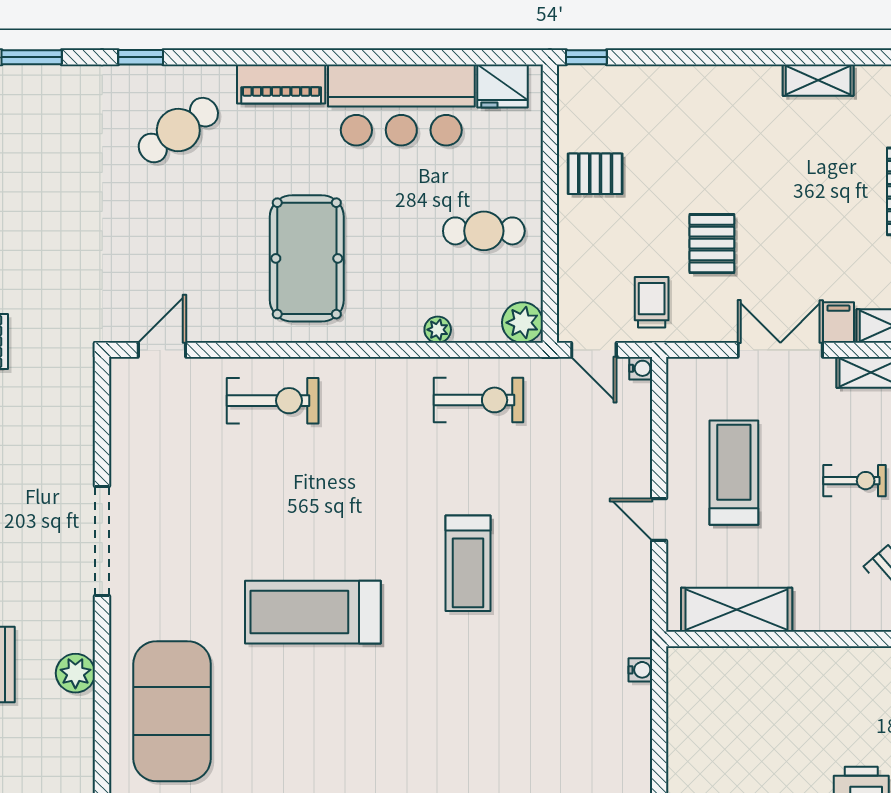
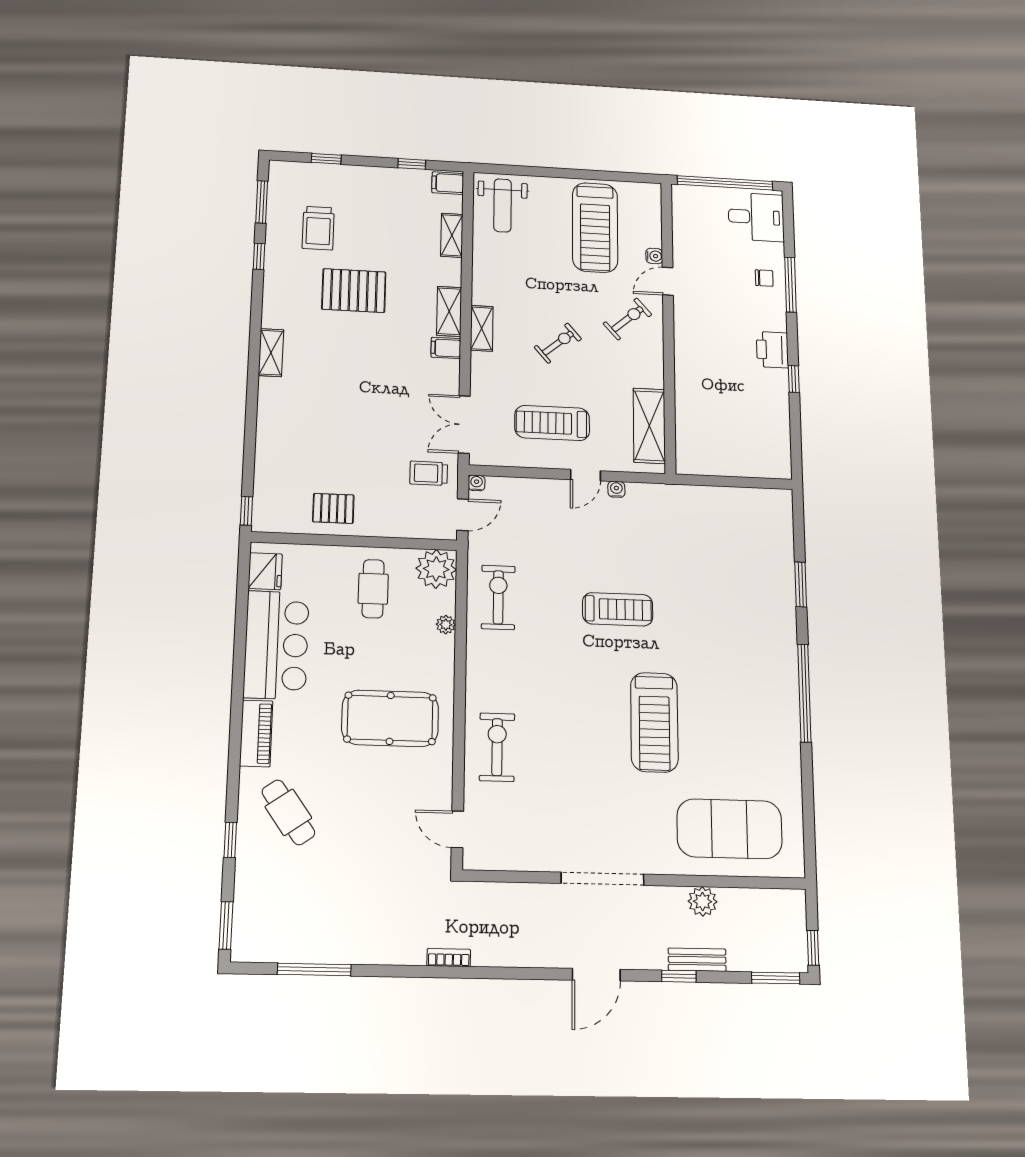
pallet: (595, 174) -> (333, 508), turned 90
pallet: (712, 244) -> (387, 430), removed
plant: (522, 323) -> (436, 569), width x1.36, depth x1.36
double door: (780, 350) -> (464, 425), moved
exercise bike: (854, 481) -> (558, 343), turned 50
water cooler: (640, 670) -> (616, 489), moved

